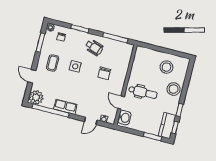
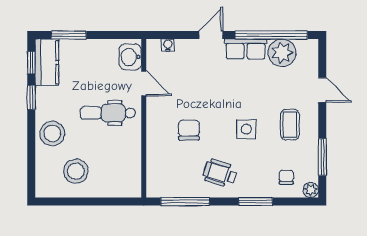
plant: (36, 97) -> (282, 53), moved
door: (91, 121) -> (211, 35), moved

